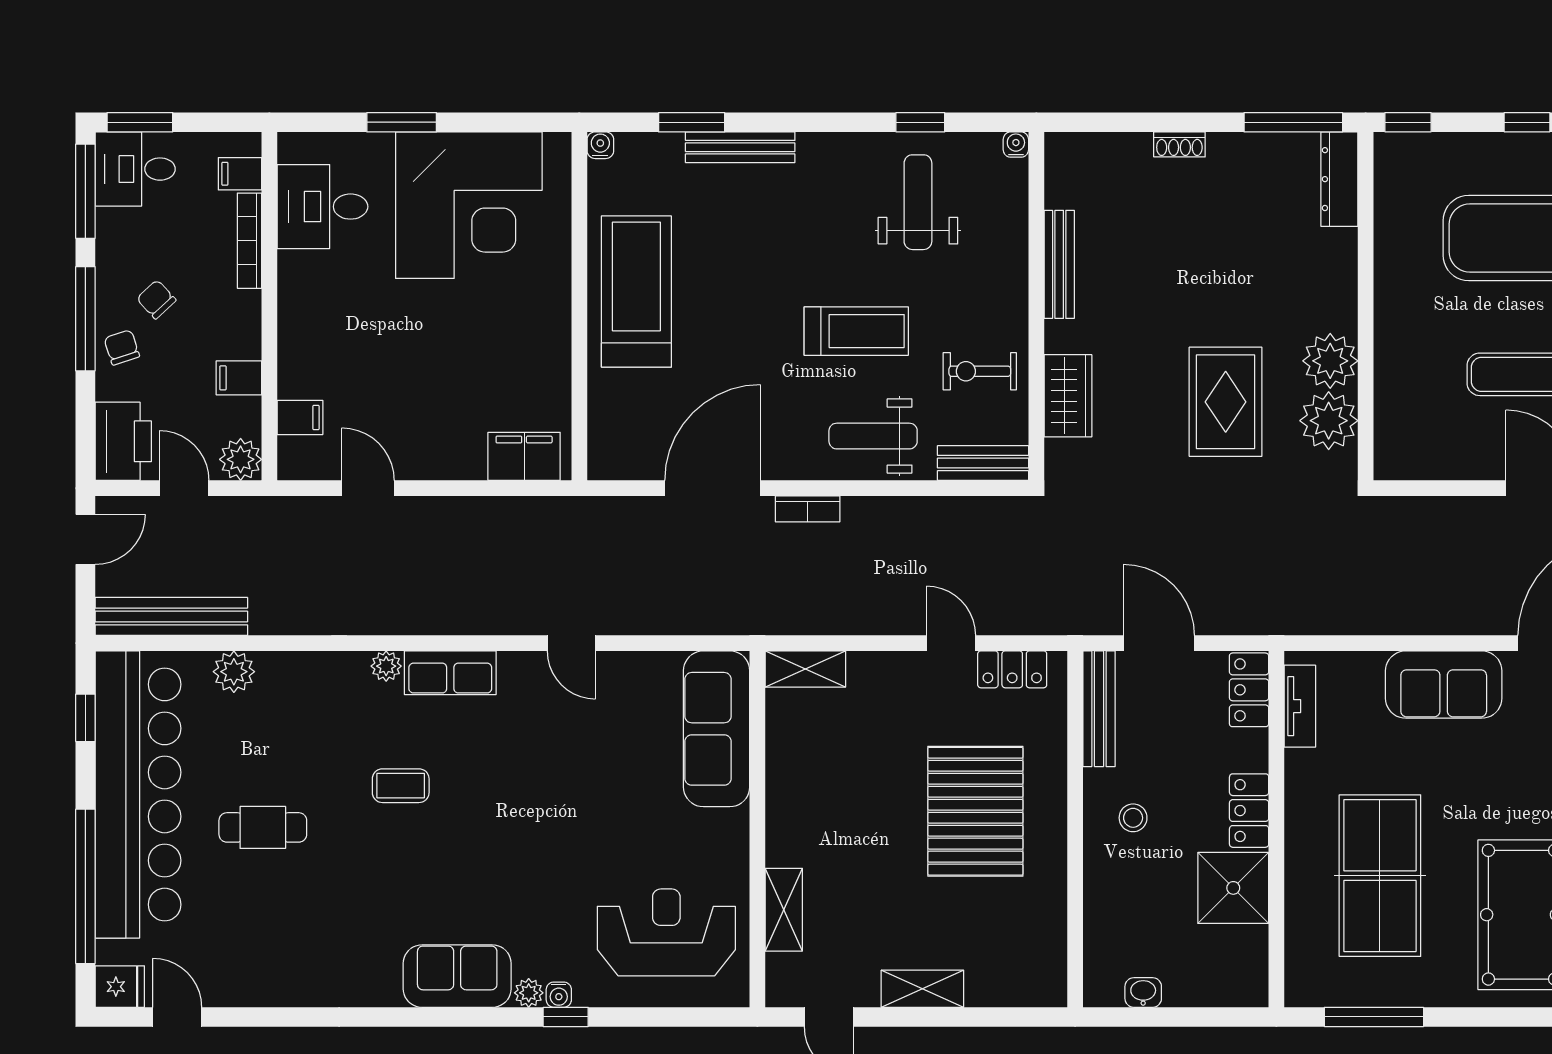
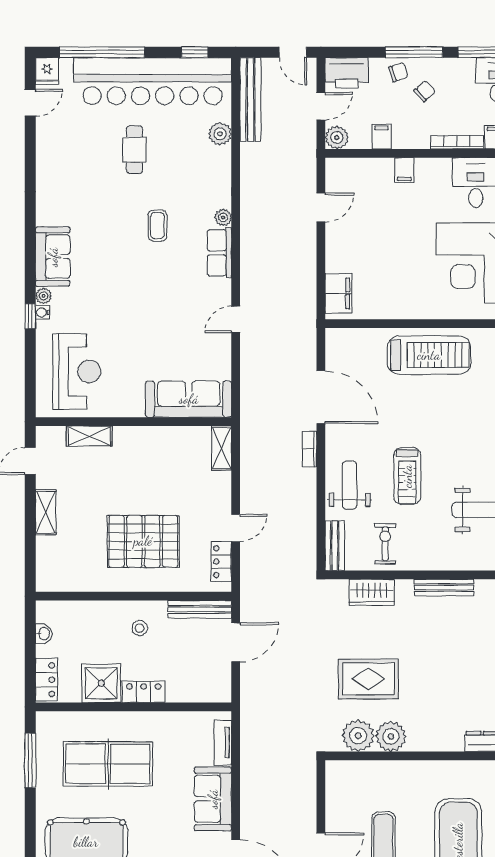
filing cabinet: (300, 417) -> (404, 170), moved
locker: (1249, 690) -> (46, 680), moved, turned 90
tv unit: (1300, 706) -> (223, 743), moved, turned 90

